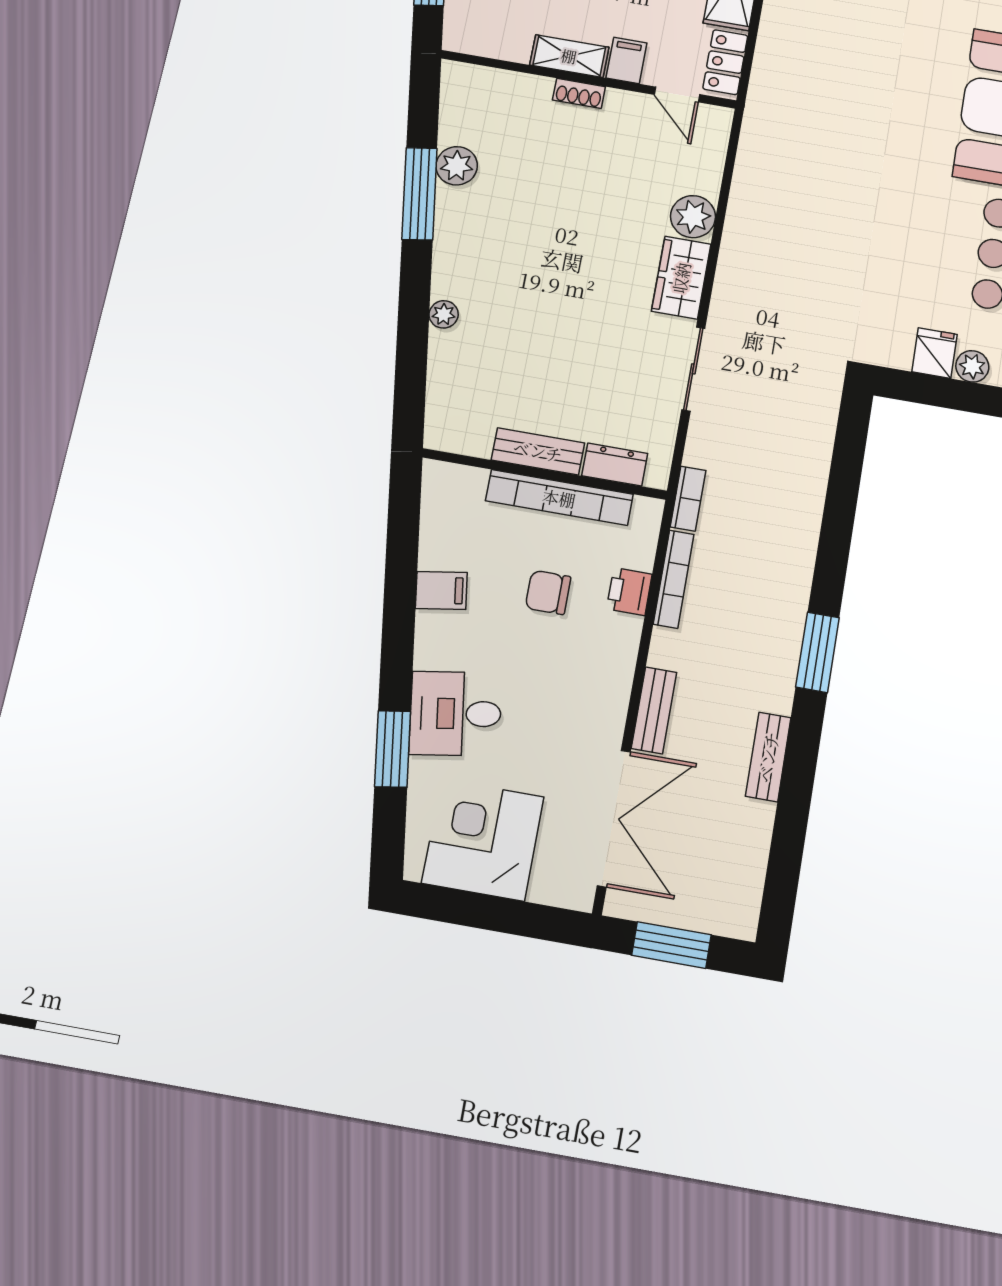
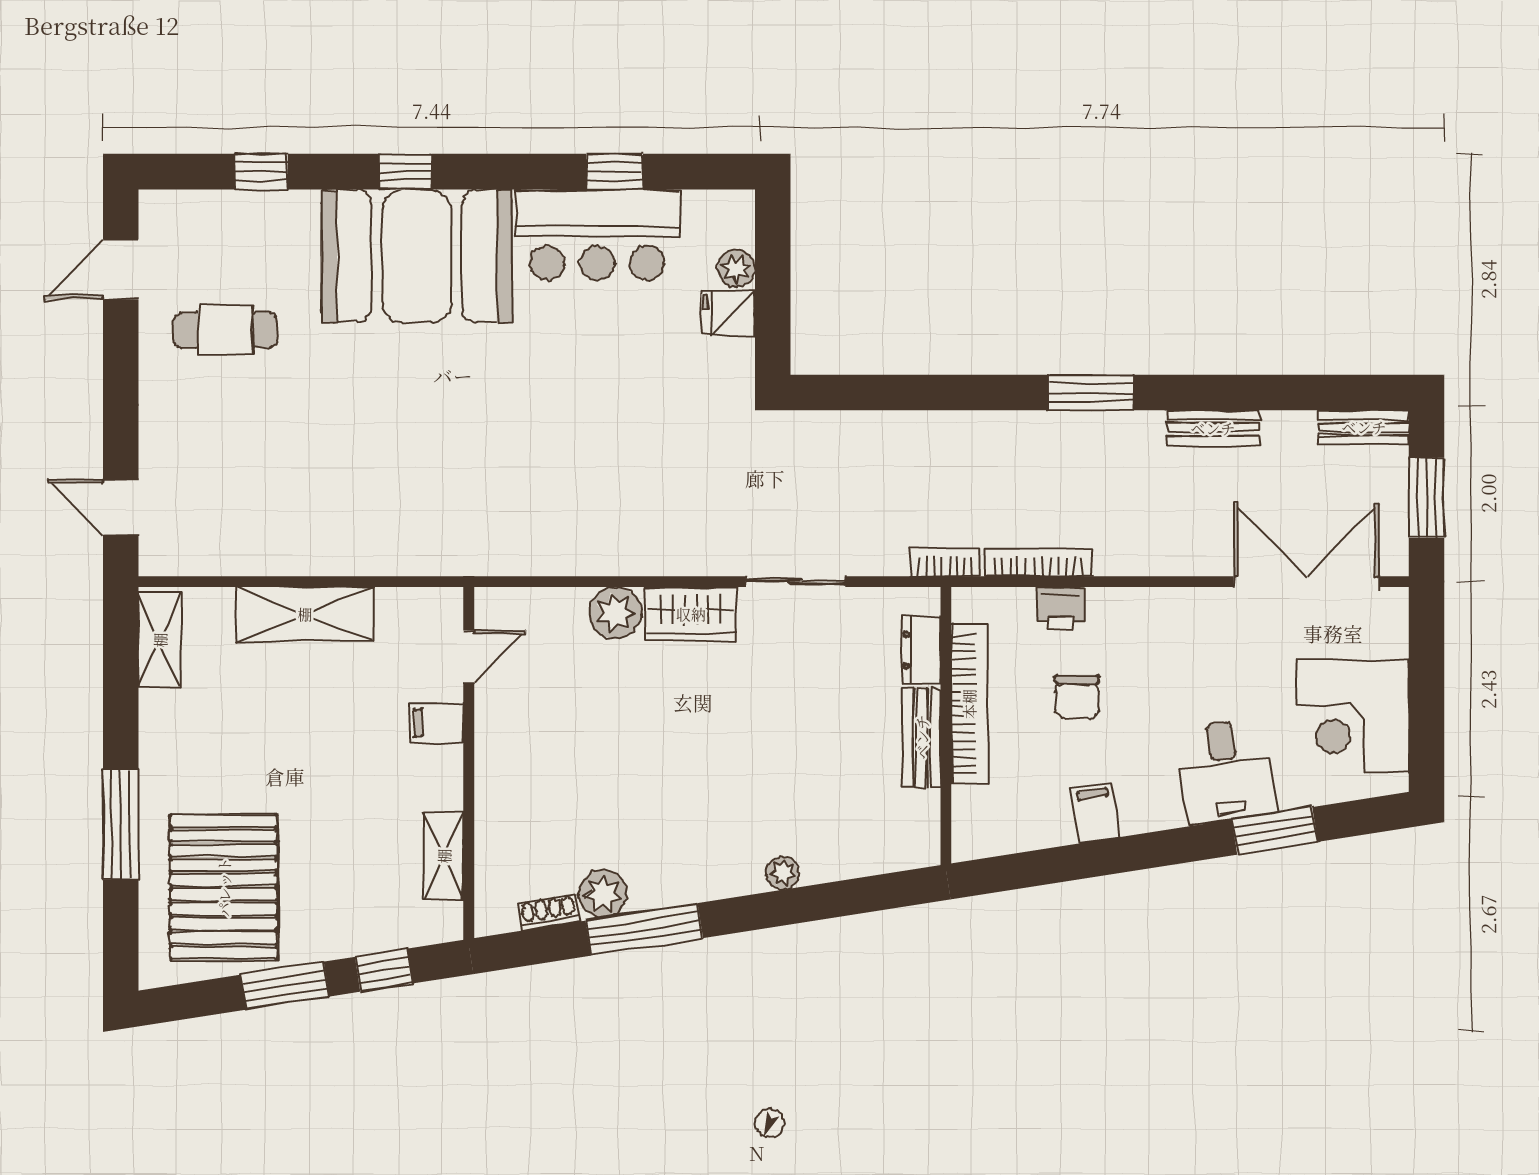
shelving: (569, 56) -> (444, 856), moved
locker: (725, 62) -> (418, 608), removed
shoe rack: (579, 93) -> (549, 912), moved, turned -99
bench: (654, 710) -> (1364, 427), moved

